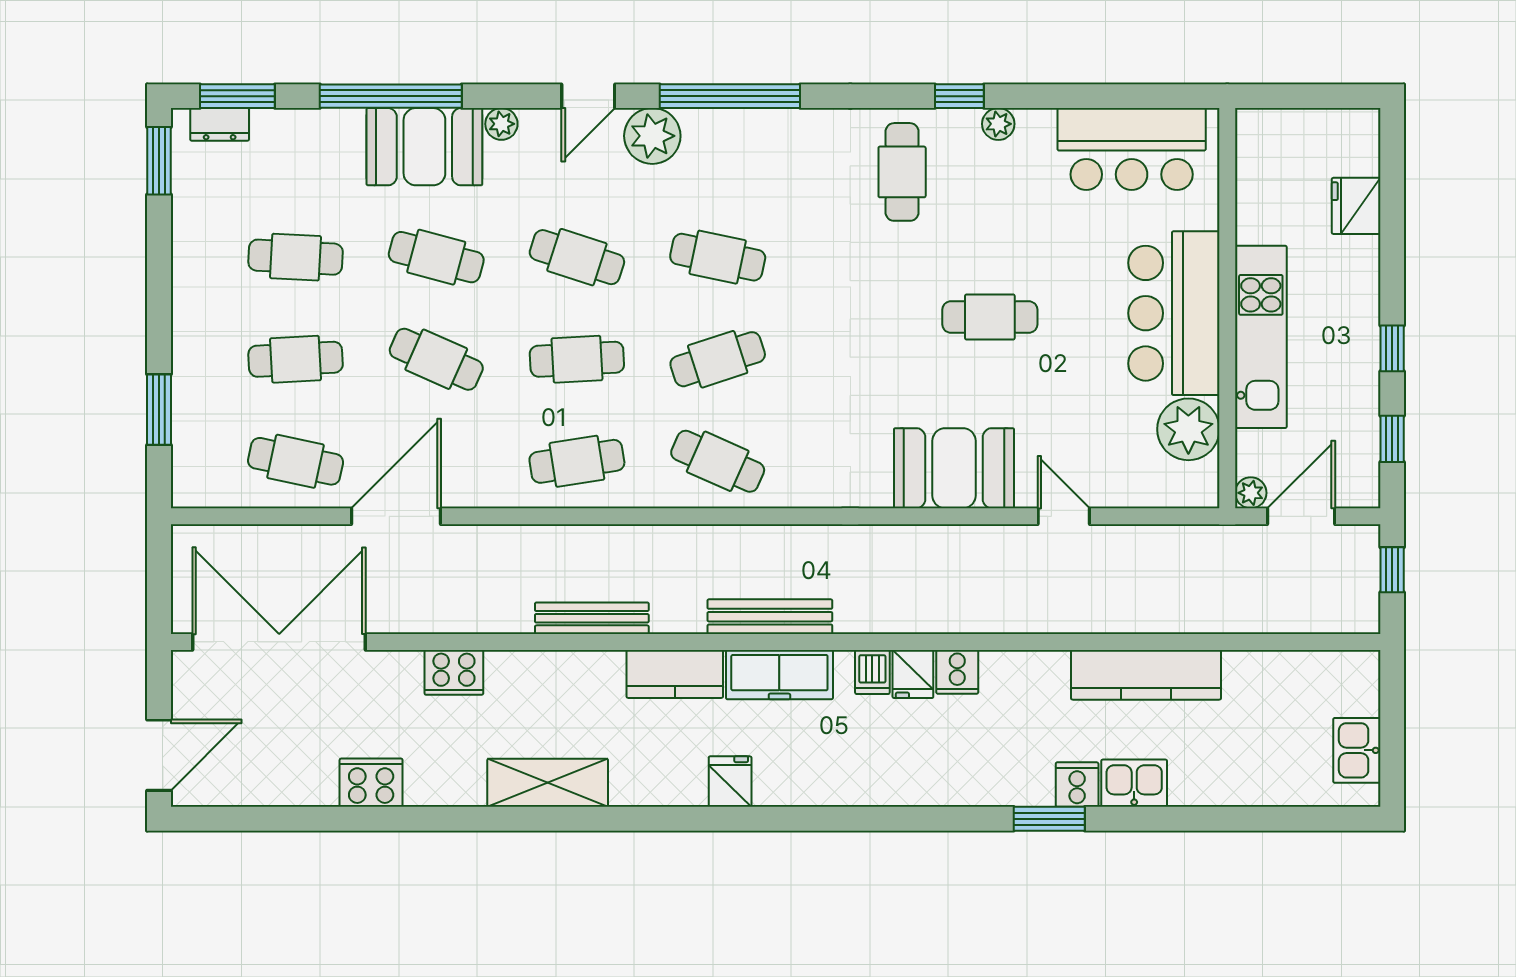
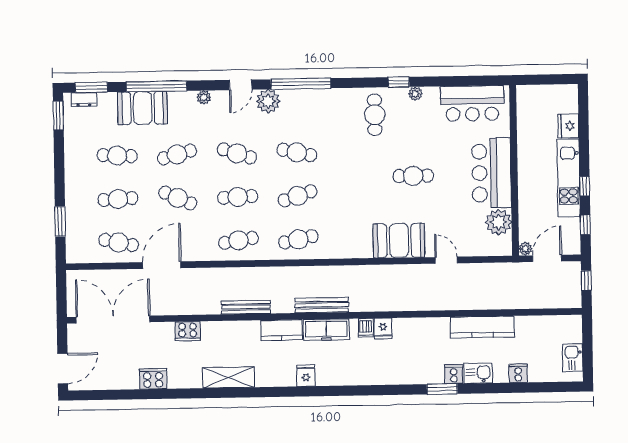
booth: (424, 147) -> (142, 108), moved
cafe table: (436, 257) -> (177, 154), turned -30
kitchen unit: (1261, 337) -> (569, 178), moved, turned 180
cafe table: (718, 461) -> (298, 239), turned -36
cooker: (957, 672) -> (518, 373), moved, turned 180

